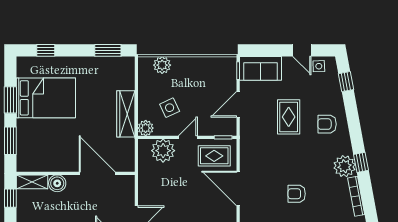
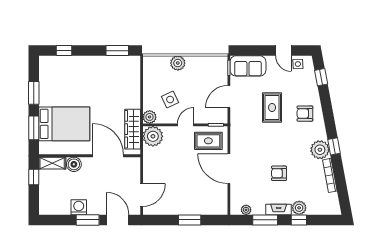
plant: (162, 65) -> (178, 63), moved
bed: (46, 98) -> (64, 124), moved
wardrobe: (126, 114) -> (133, 129), moved
plant: (163, 151) -> (153, 136), moved

